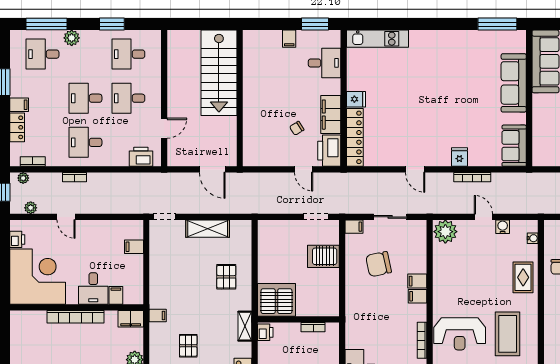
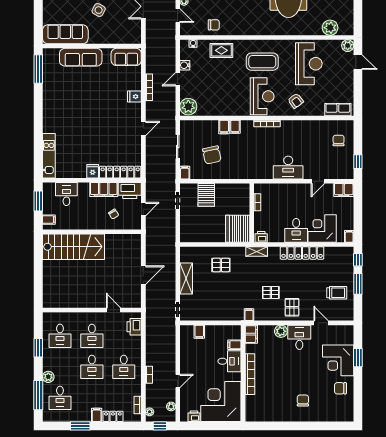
stairs: (219, 73) -> (73, 247), moved
wall: (240, 98) -> (92, 232), moved

